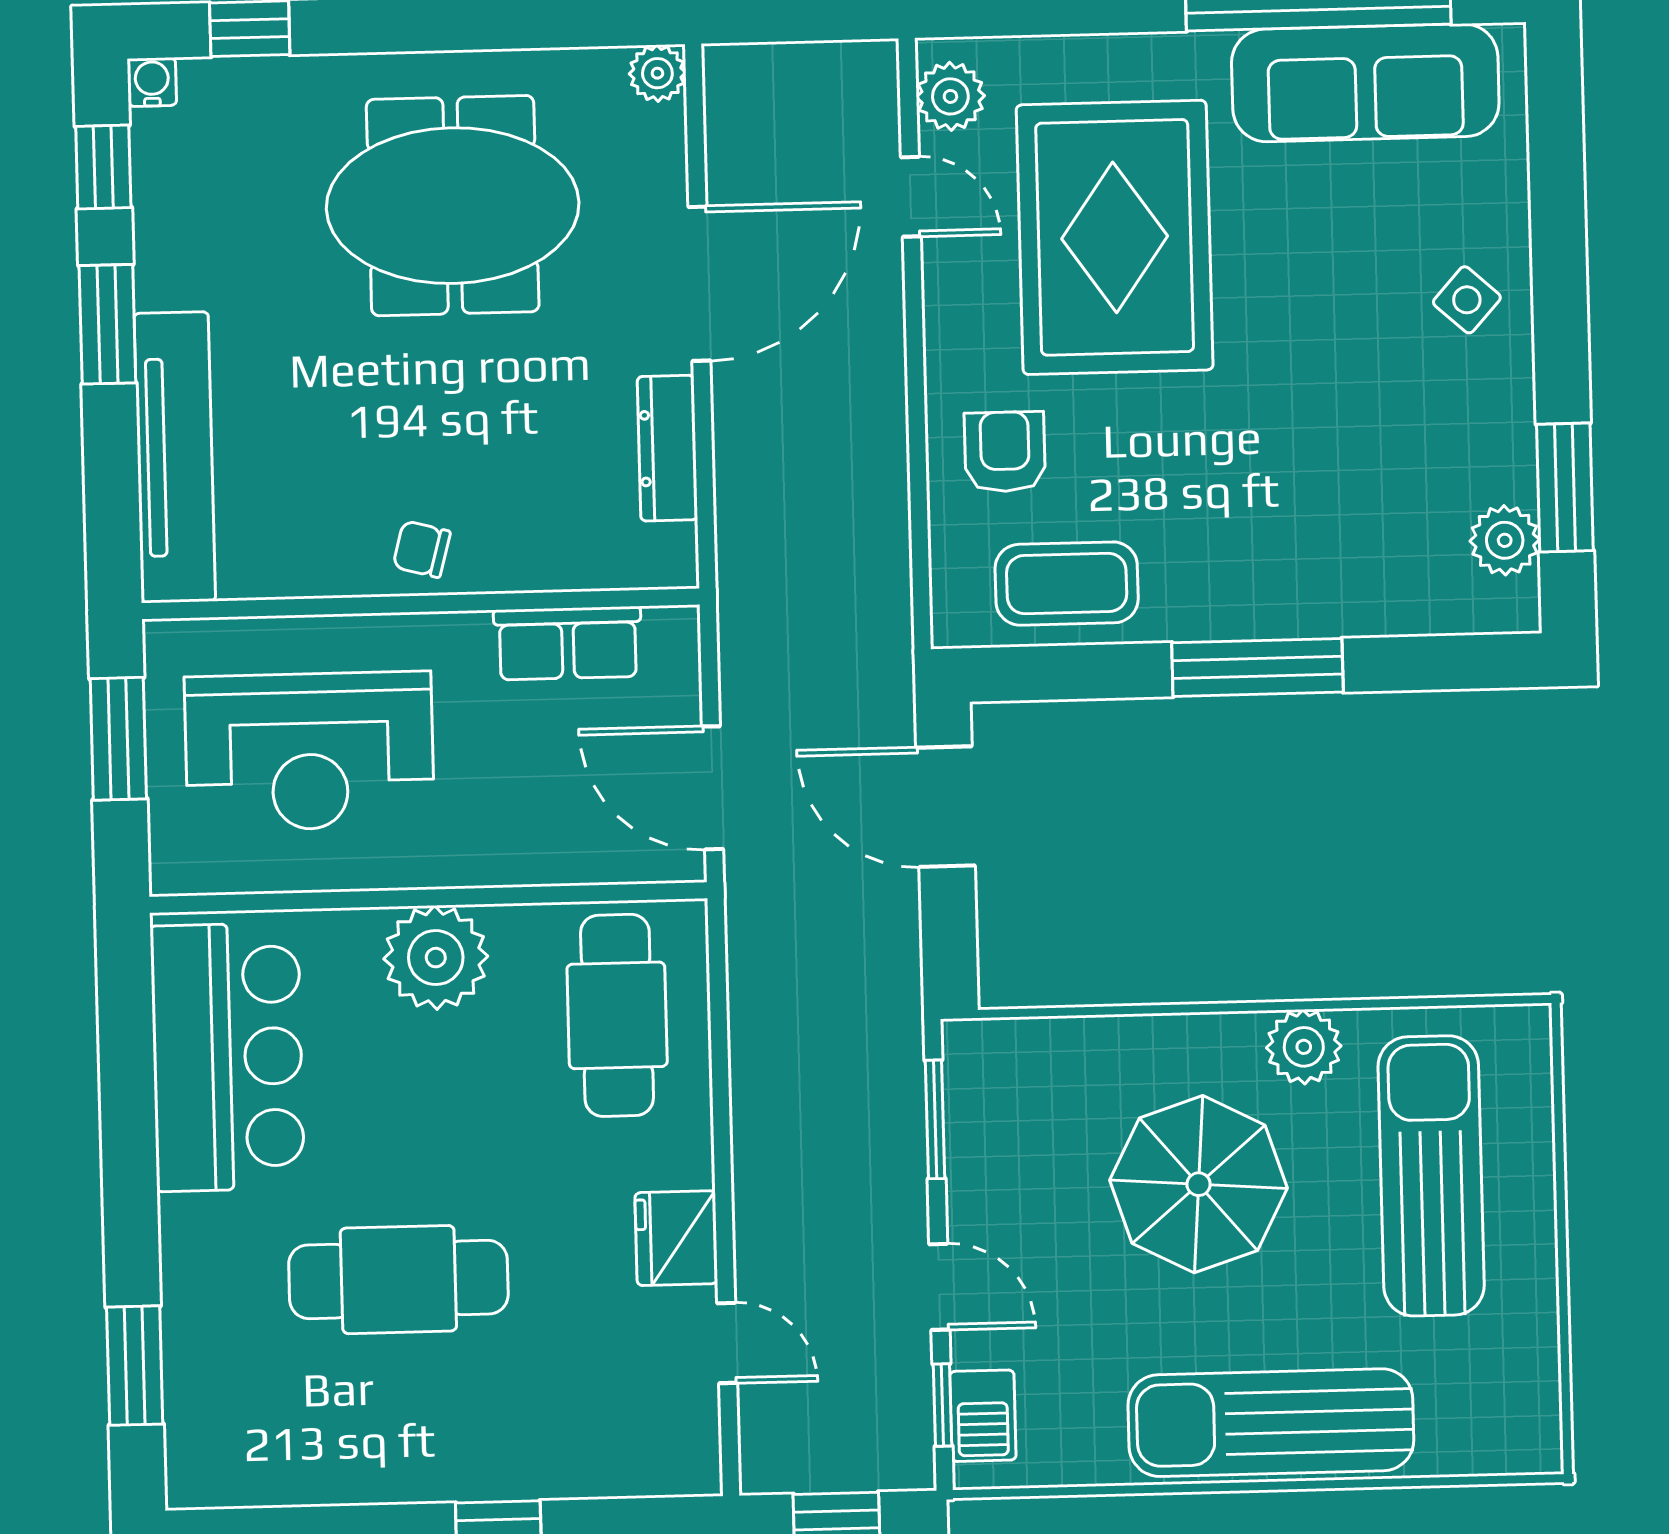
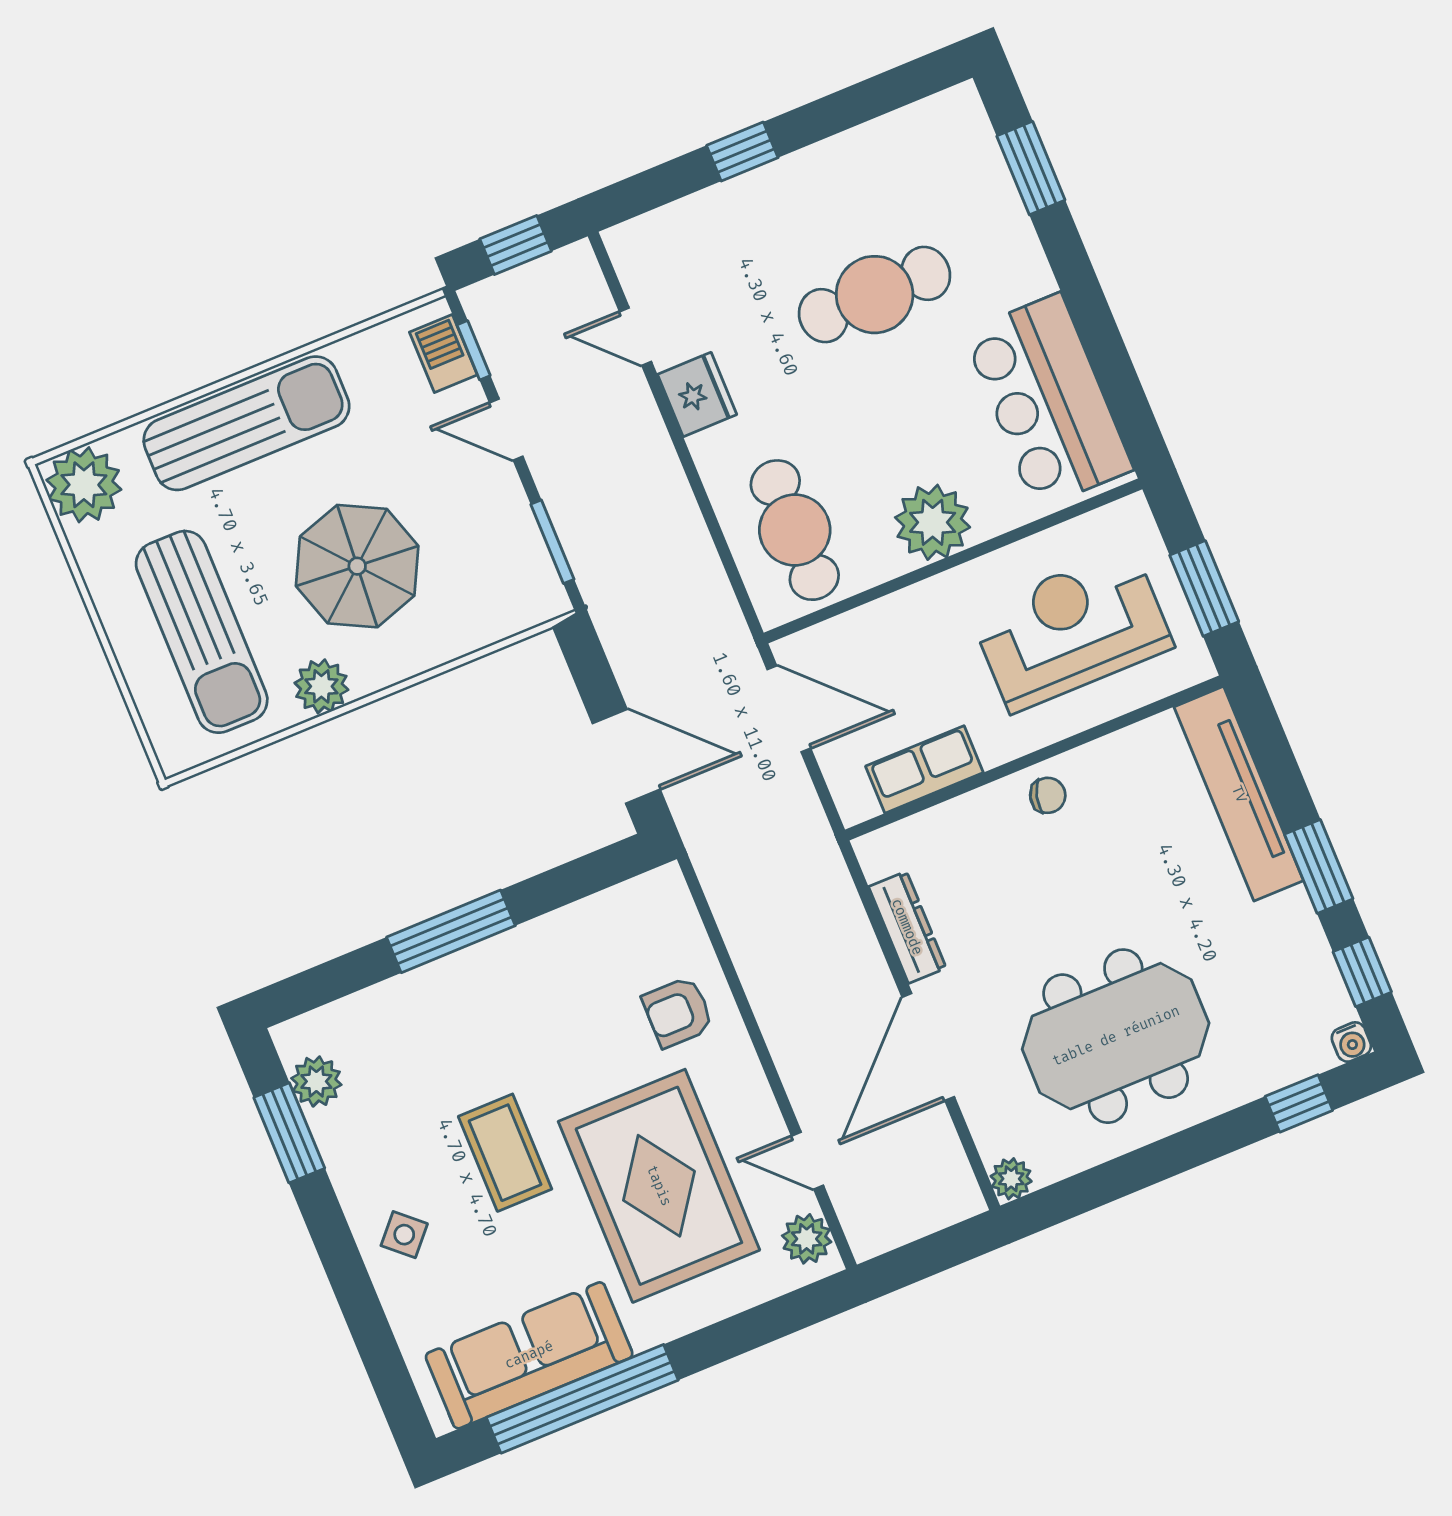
armchair: (1005, 452) -> (678, 1012), turned 90
coffee table: (1067, 584) -> (505, 1153), moved, turned 90
plant: (1511, 1423) -> (84, 485), added

